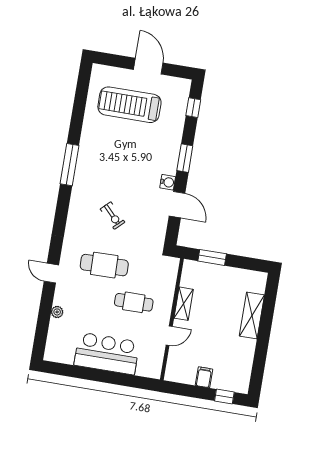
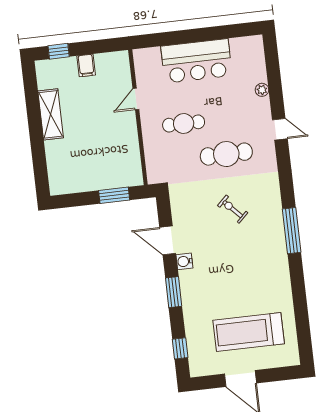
treadmill: (129, 105) -> (249, 332), turned 180
window: (70, 165) -> (292, 231), moved
shelving: (184, 304) -> (130, 137), removed
shelving: (252, 315) -> (51, 114), moved

